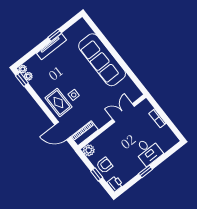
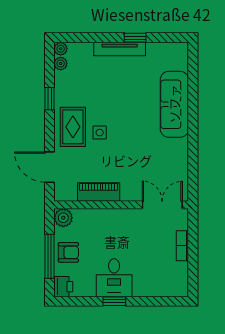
sofa: (102, 60) -> (174, 104), width x0.74, depth x0.79
window: (22, 79) -> (50, 99), moved
double door: (124, 113) -> (162, 205), moved
piano: (84, 133) -> (99, 192), moved
desk: (148, 151) -> (114, 278), moved
window: (97, 174) -> (50, 256), width x2.17

